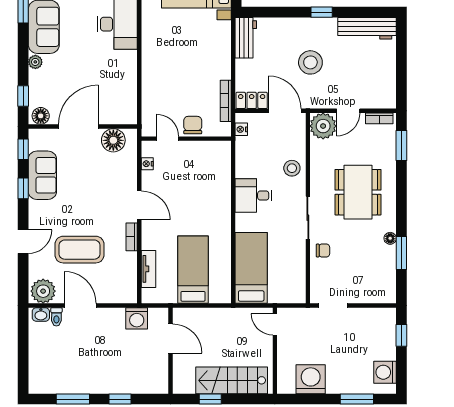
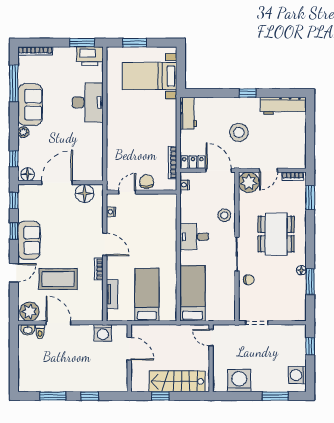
door: (168, 139) -> (127, 192), hinge flipped
sofa: (42, 175) -> (29, 240), moved

